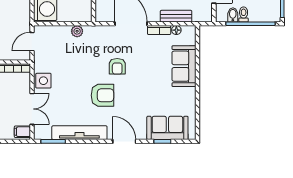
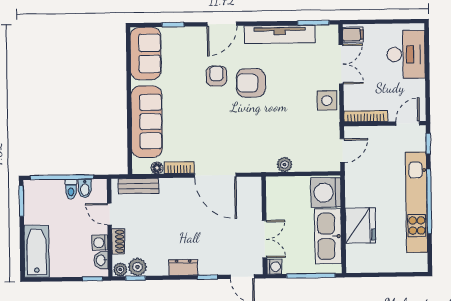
bench: (176, 16) -> (138, 186), moved
armchair: (117, 66) -> (216, 76), moved
sofa: (184, 66) -> (147, 122), width x1.36
double door: (32, 109) -> (341, 64), swing flipped
sofa: (167, 128) -> (146, 53), moved, turned -90
door: (124, 141) -> (222, 24), hinge flipped

